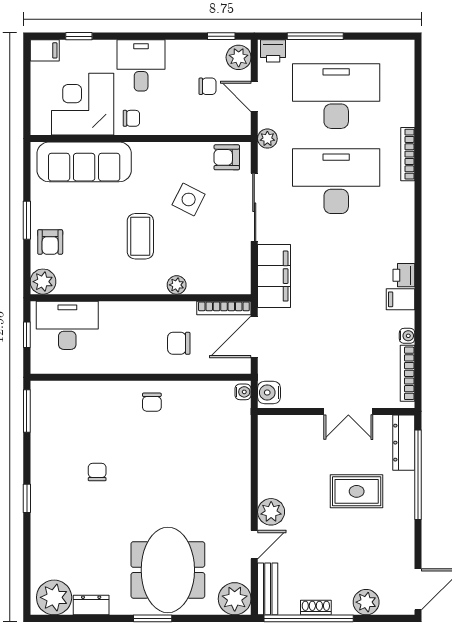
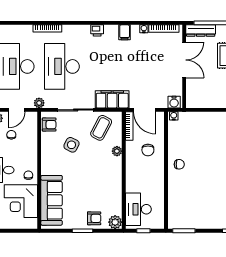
armchair: (227, 157) -> (49, 125), turned -90
coffee table: (140, 236) -> (101, 128), moved, turned -62
printer: (404, 275) -> (97, 30), moved
double door: (348, 411) -> (184, 60), width x1.37
chair: (97, 472) -> (216, 193), removed

